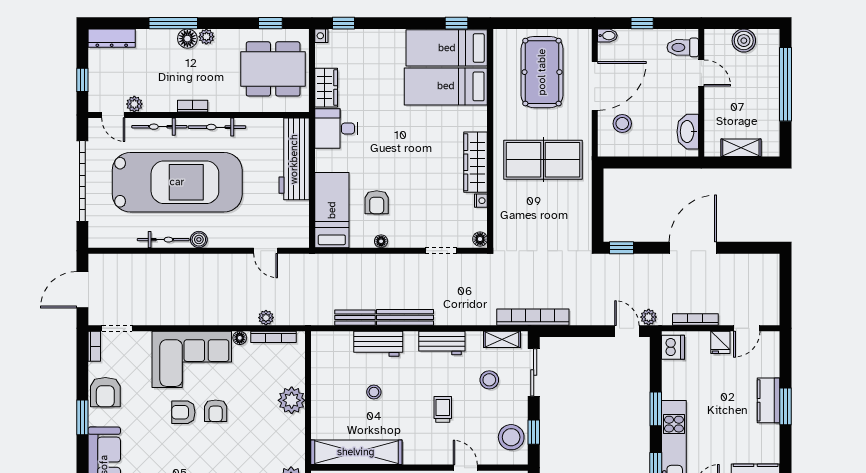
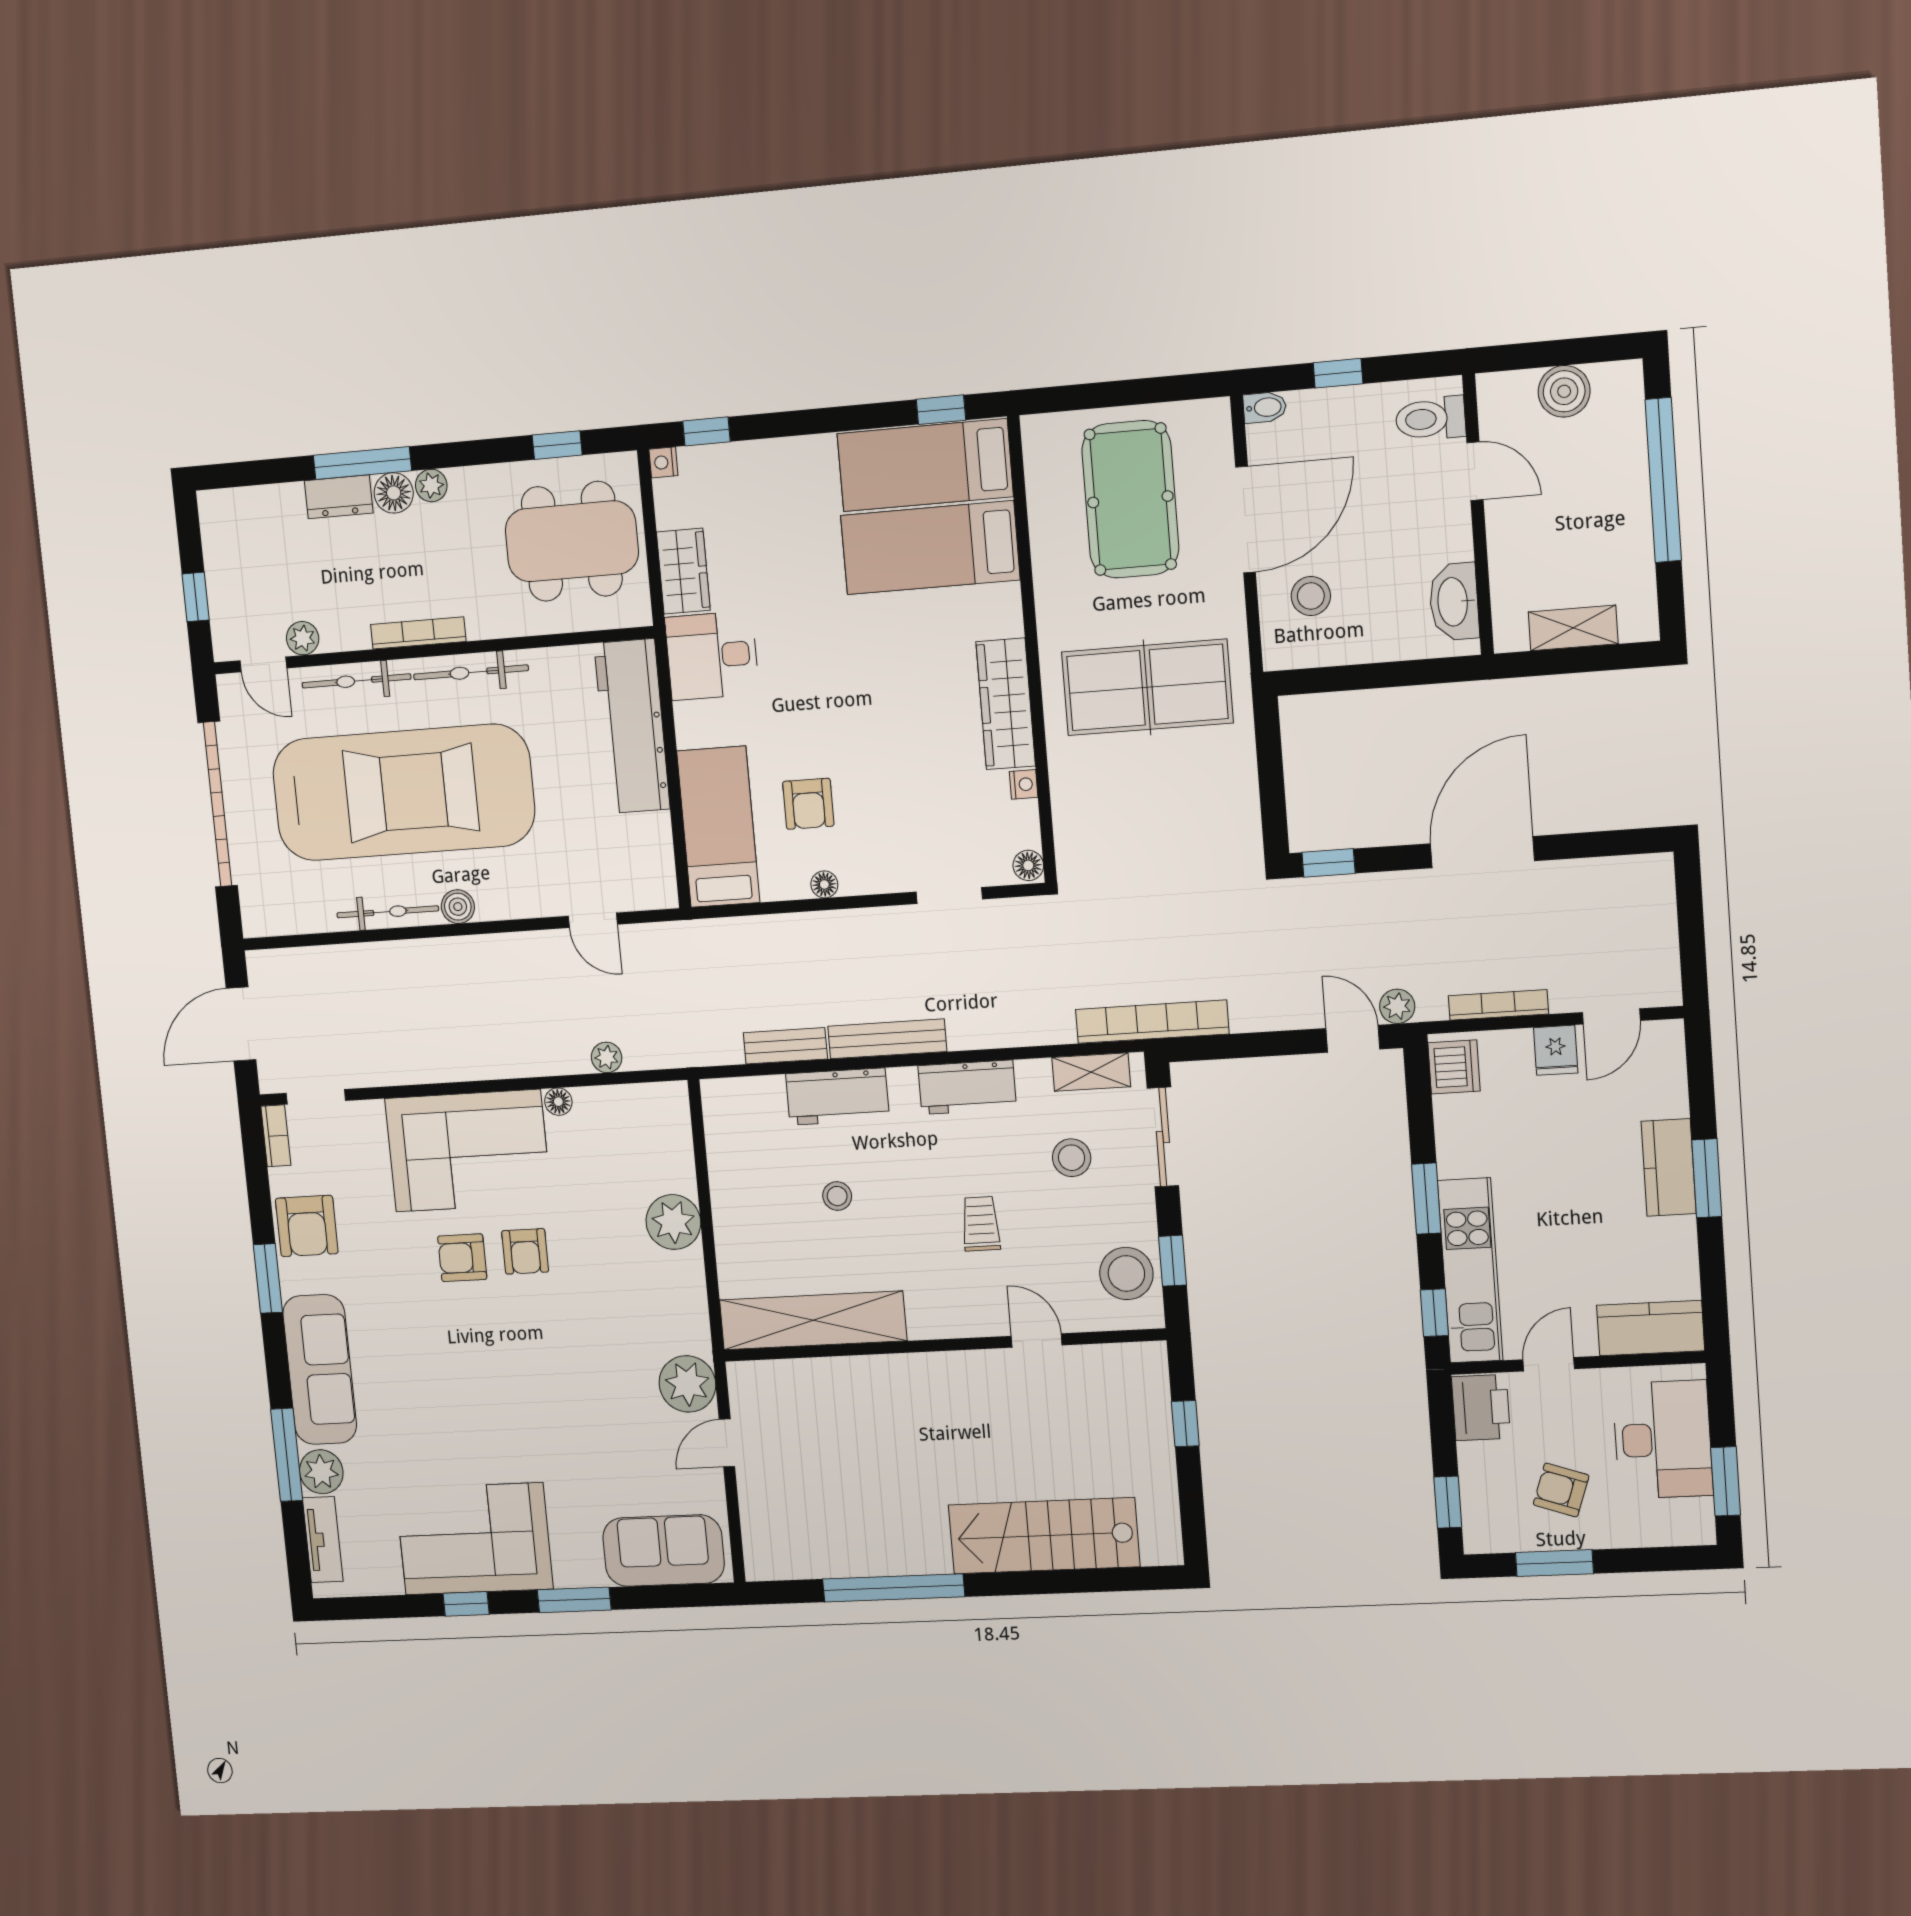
dresser: (112, 38) -> (339, 497), moved, width x0.70
bookcase: (193, 106) -> (418, 633), width x1.56
bookcase: (274, 337) -> (625, 1095), removed

